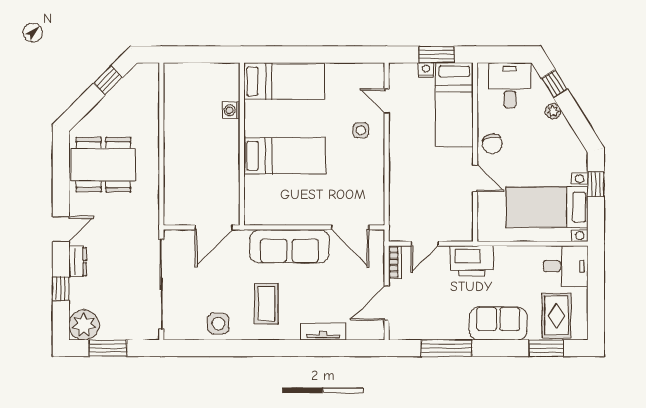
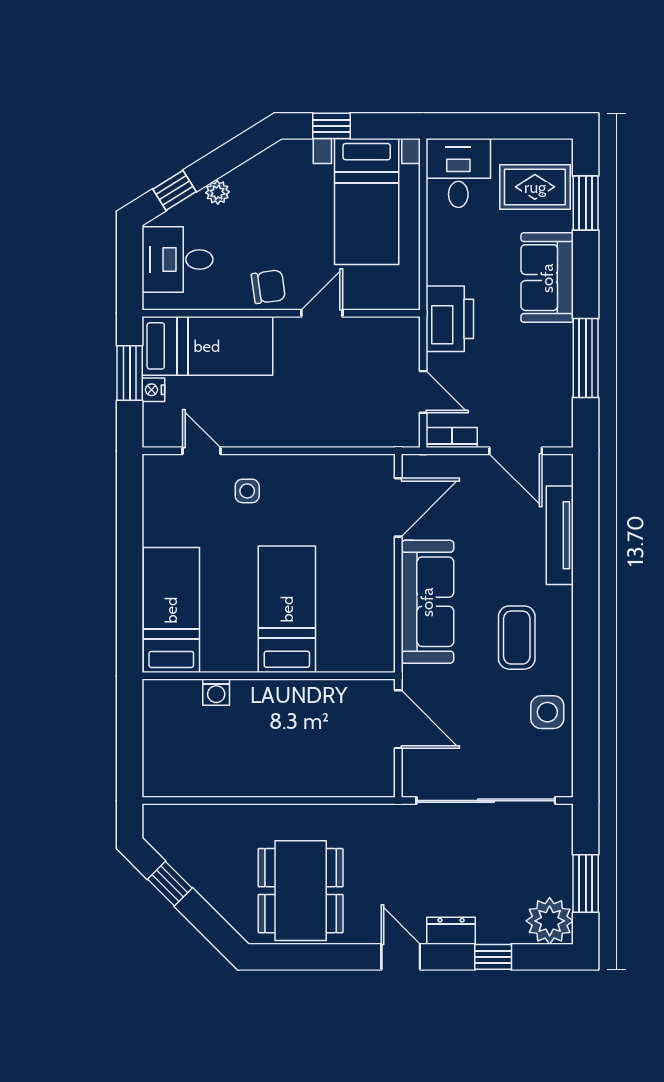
door: (387, 101) -> (202, 451), swing flipped
coffee table: (266, 304) -> (517, 638), turned 90
tv unit: (323, 331) -> (560, 535), width x1.41

